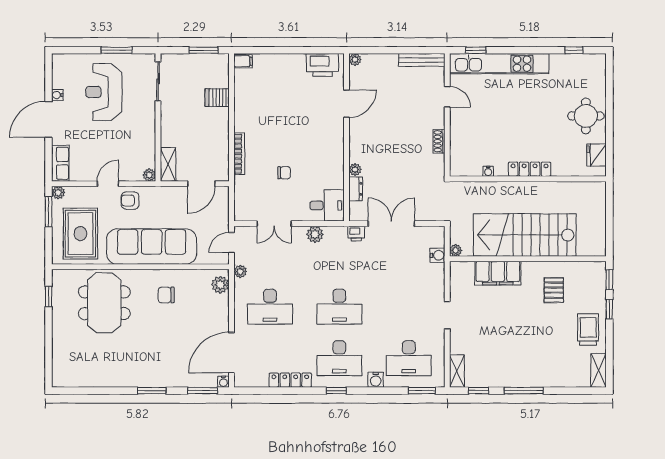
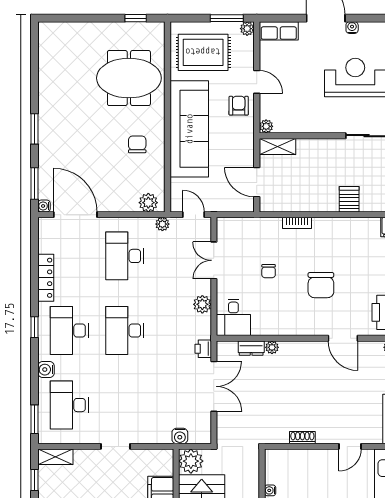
chair: (297, 124) -> (321, 285), added
bookcase: (239, 154) -> (297, 223), width x0.64
plant: (456, 250) -> (191, 461), width x1.87, depth x1.87

